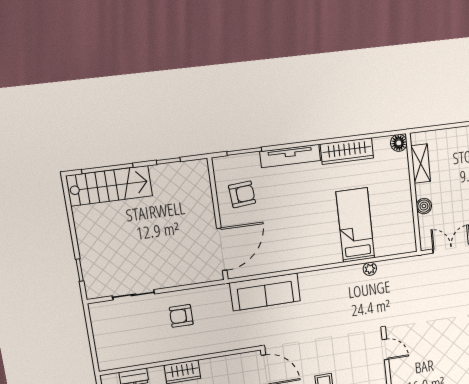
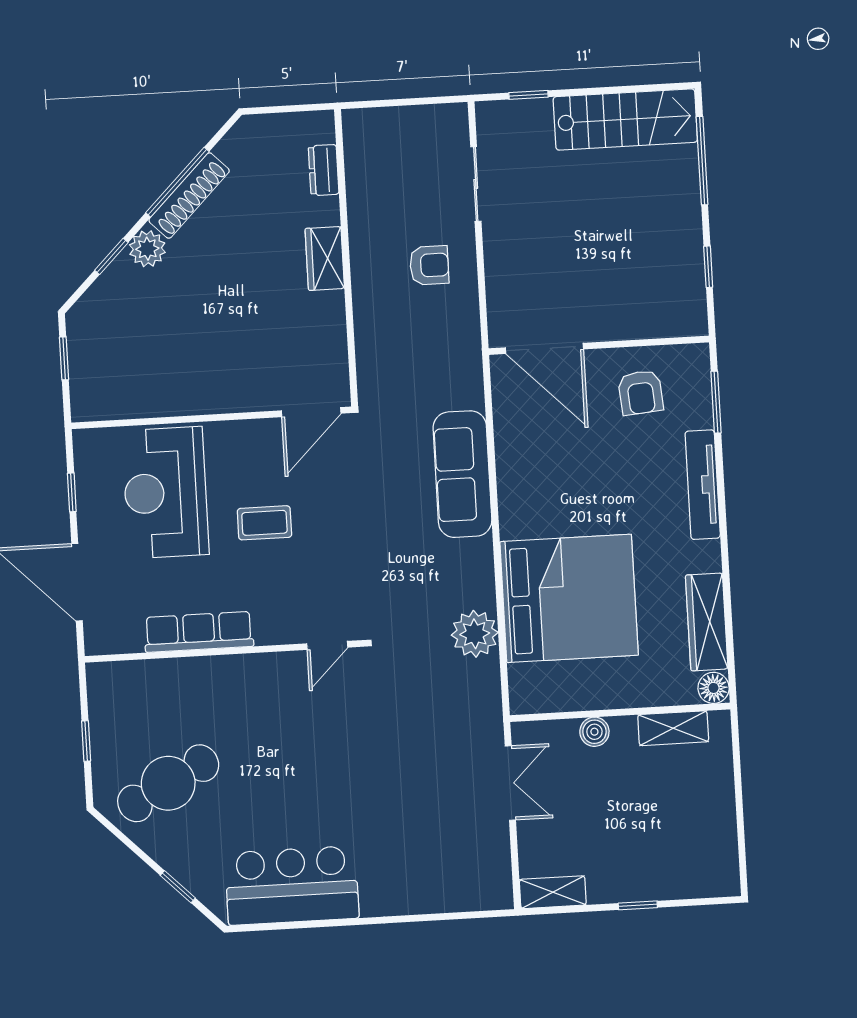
wardrobe: (347, 151) -> (707, 622), moved
stairs: (109, 186) -> (625, 119), moved, turned -90
bed: (355, 225) -> (569, 598), width x2.04
plant: (370, 269) -> (475, 634), width x1.88, depth x1.88
sofa: (265, 292) -> (462, 474), moved
armchair: (181, 316) -> (429, 265), turned 90

